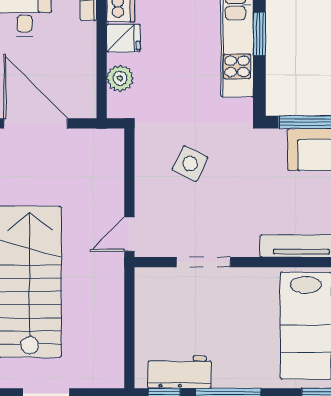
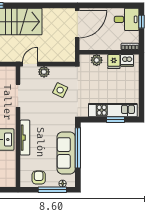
plant: (148, 201) -> (44, 72), added
door: (129, 234) -> (30, 64), hinge flipped

